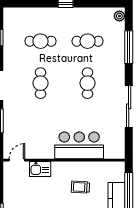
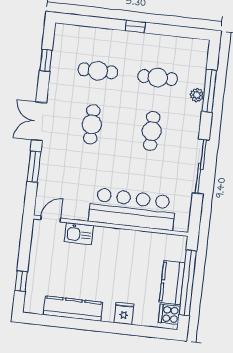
plant: (119, 16) -> (197, 95), moved
bar counter: (79, 145) -> (132, 209), width x1.36
trolley: (80, 187) -> (128, 262), removed

